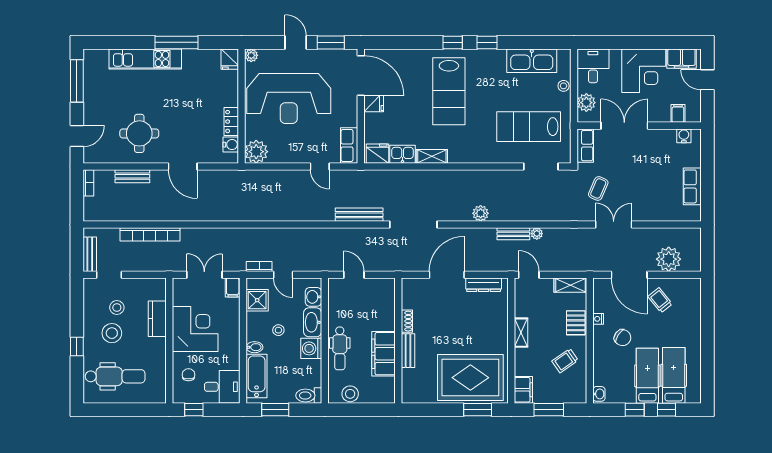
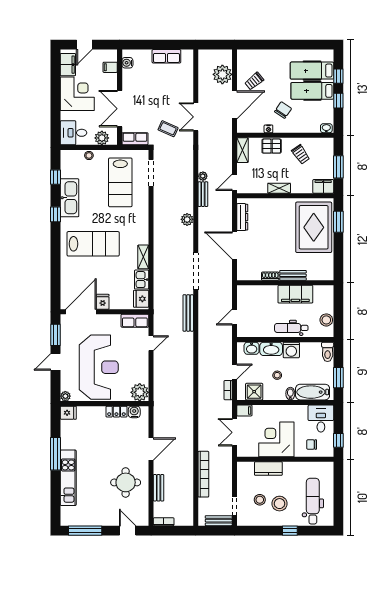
window: (453, 42) -> (56, 177), moved
kitchen sink: (532, 61) -> (70, 198), moved
dental chair: (340, 348) -> (291, 328), turned 180

